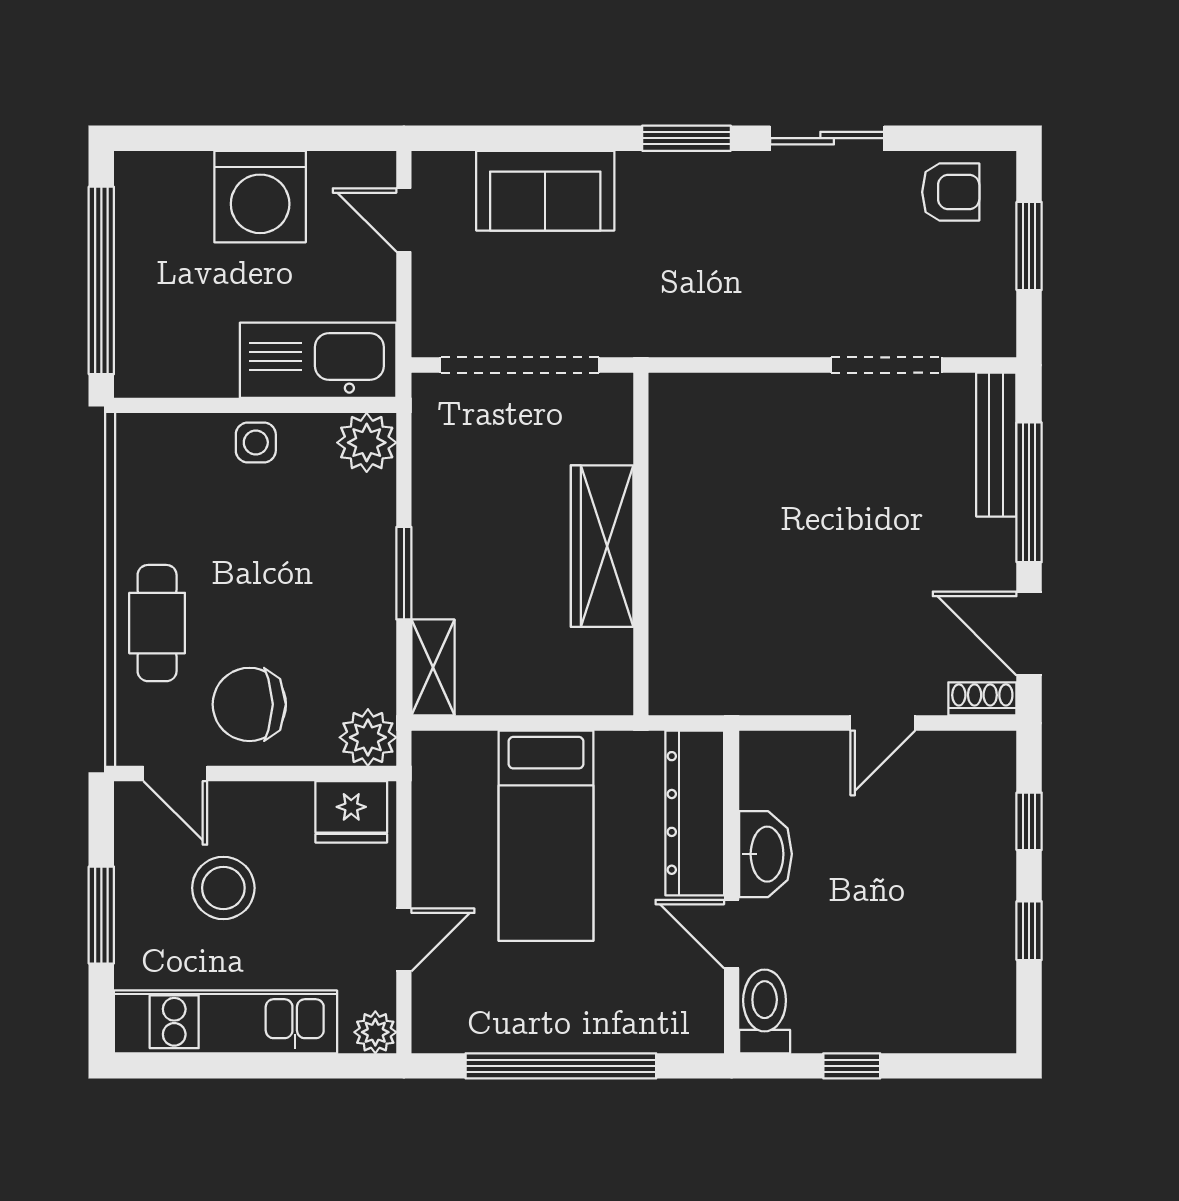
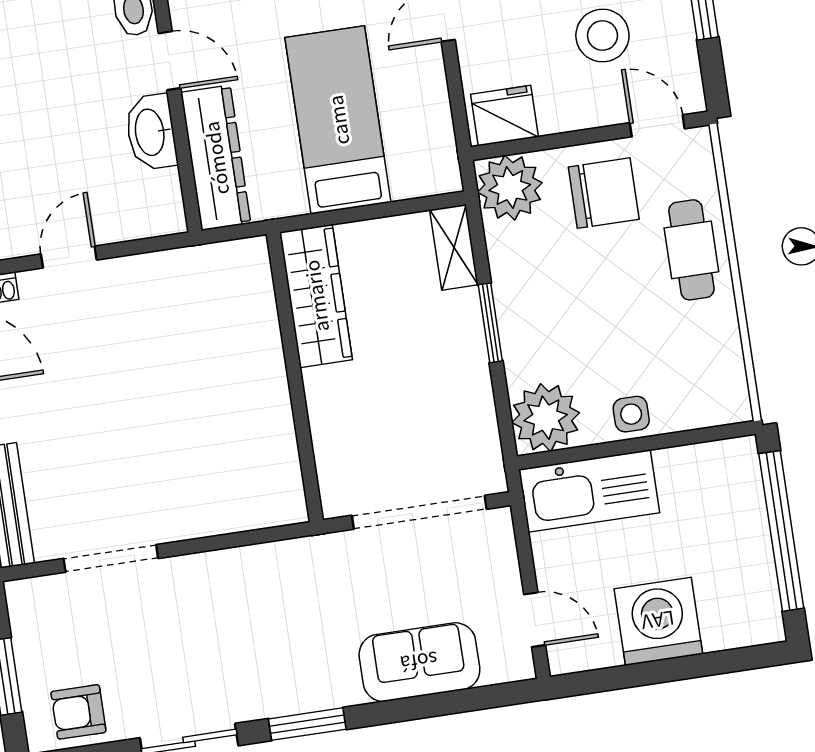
plant: (367, 443) -> (546, 418), width x1.36, depth x1.36
wardrobe: (602, 546) -> (316, 296), moved
plant: (368, 737) -> (510, 188), width x1.36, depth x1.36

